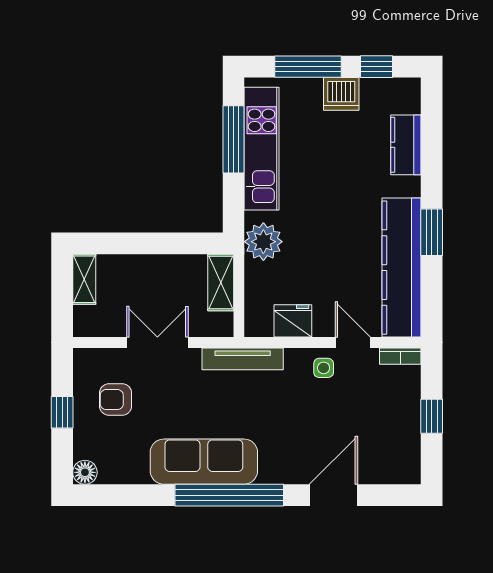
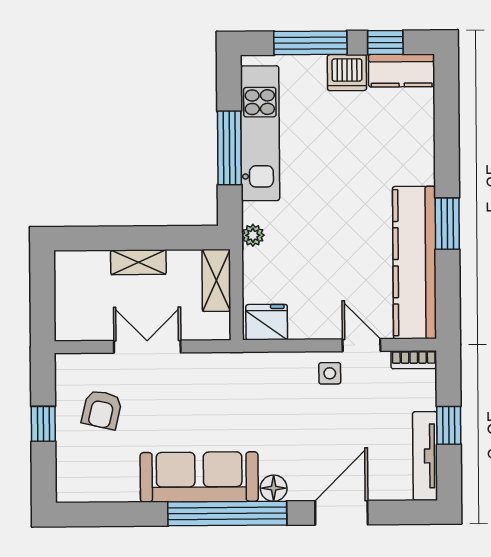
window: (234, 139) -> (229, 148), moved
kitchen counter: (406, 145) -> (402, 70), moved, turned -90
plant: (263, 242) -> (253, 235), width x0.53, depth x0.53
shelving: (84, 279) -> (138, 262), moved, turned 90
fridge: (293, 321) -> (267, 322), moved
tv unit: (243, 359) -> (425, 456), moved, turned 90
armchair: (116, 400) -> (102, 410), turned -77
floor lamp: (85, 472) -> (274, 488), moved

